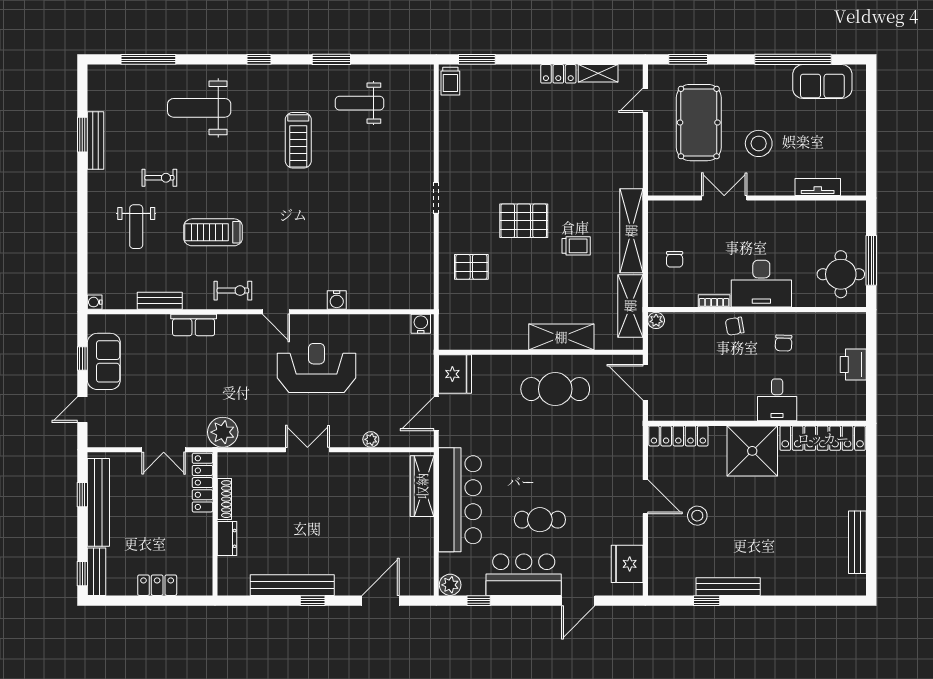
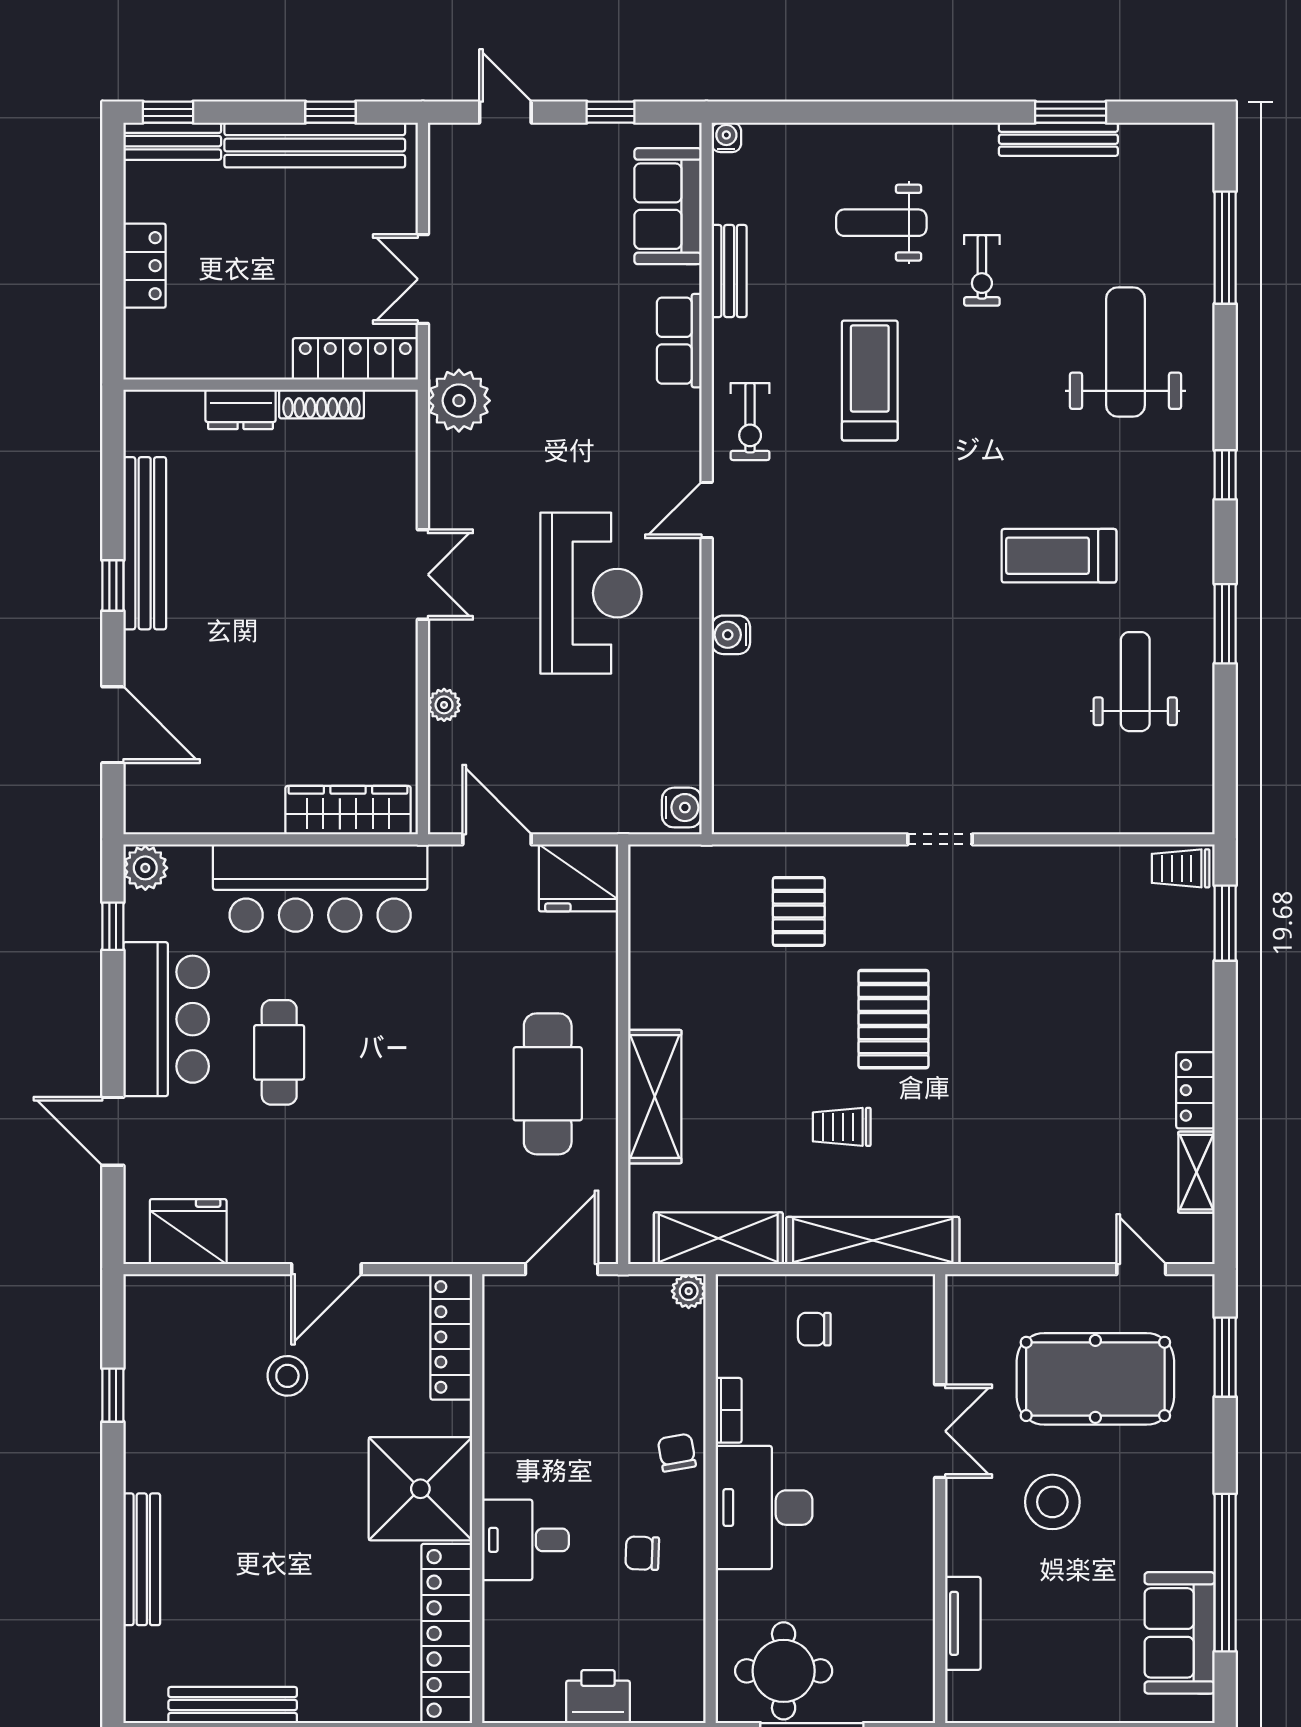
trolley: (576, 246) -> (842, 1127), turned 90
sofa: (104, 361) -> (668, 206), moved, turned 90
bench: (728, 587) -> (142, 1559), moved

